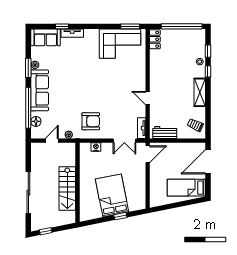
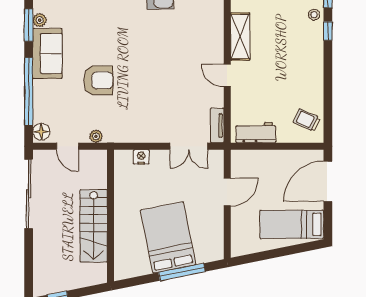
sofa: (40, 90) -> (47, 53), width x0.73
shelving: (200, 92) -> (240, 37), moved
floor lamp: (36, 121) -> (41, 132), moved
armchair: (91, 121) -> (98, 80), moved
door: (52, 141) -> (68, 146), swing flipped
door: (148, 154) -> (227, 192), moved
sliding door: (28, 193) -> (29, 194), moved
window: (120, 216) -> (182, 272), width x2.17

